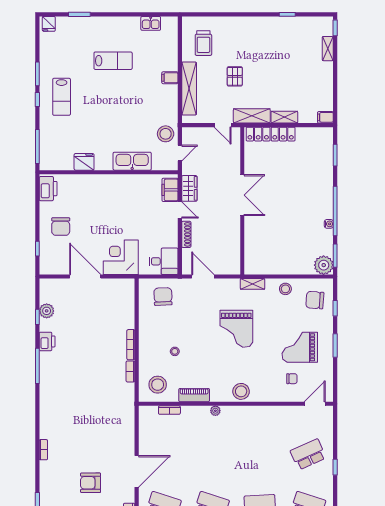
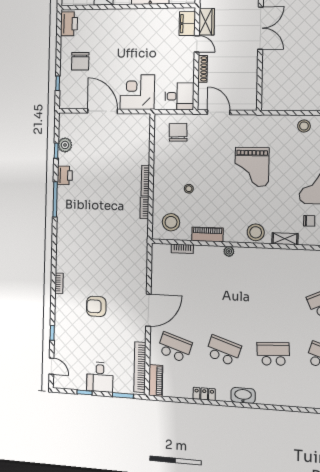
shelving: (253, 284) -> (285, 239), moved
armchair: (91, 483) -> (96, 306), moved

